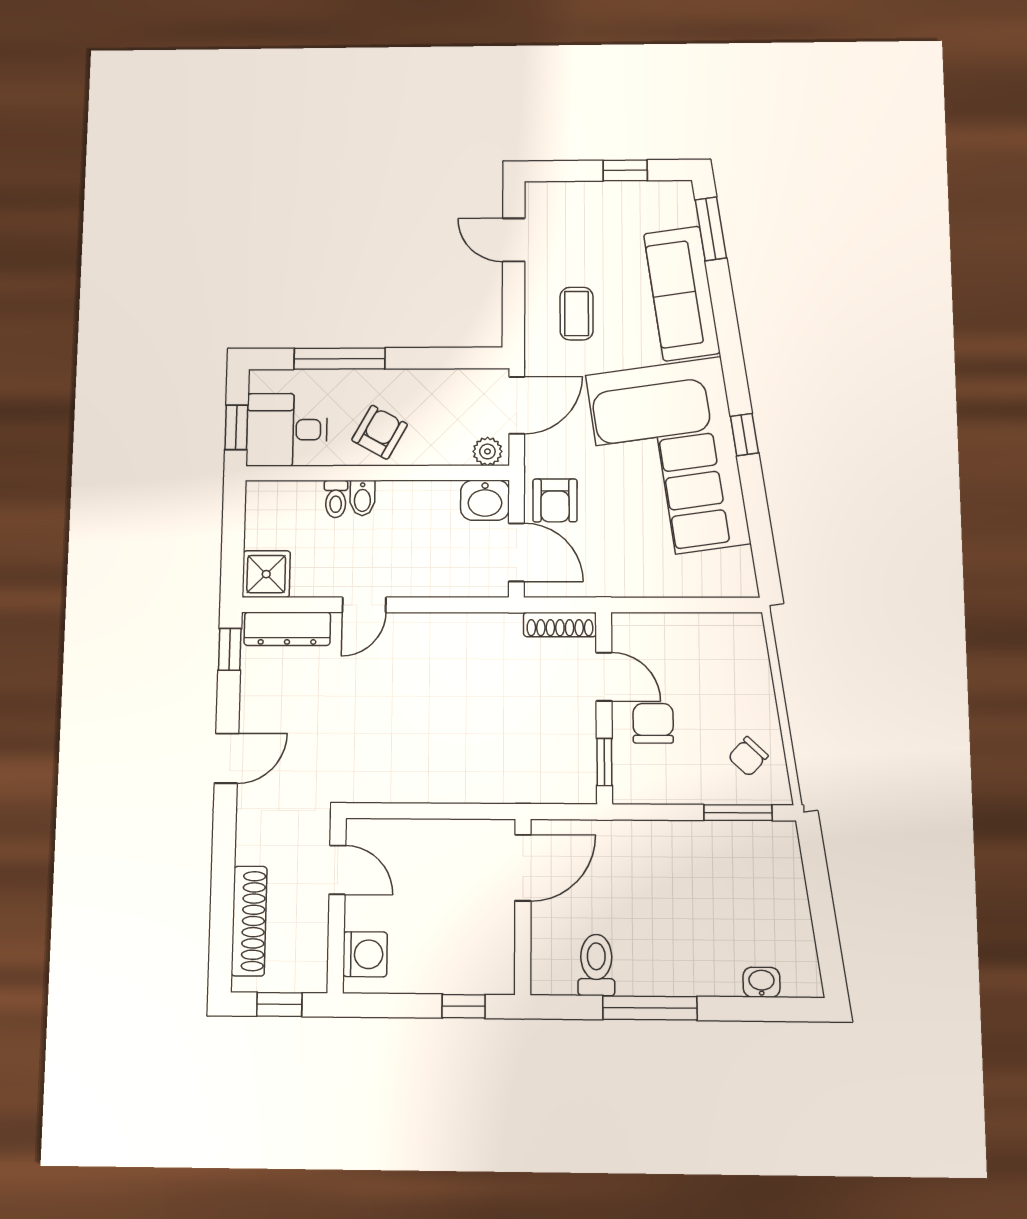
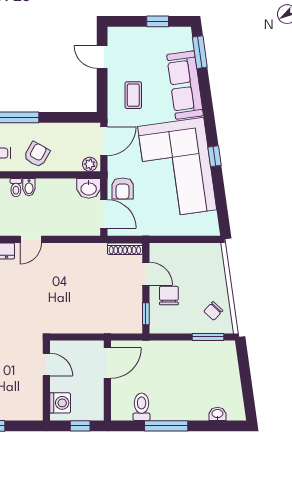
door: (337, 870) -> (46, 364), moved
wall: (337, 905) -> (46, 381), moved
washing machine: (365, 954) -> (60, 403), moved

